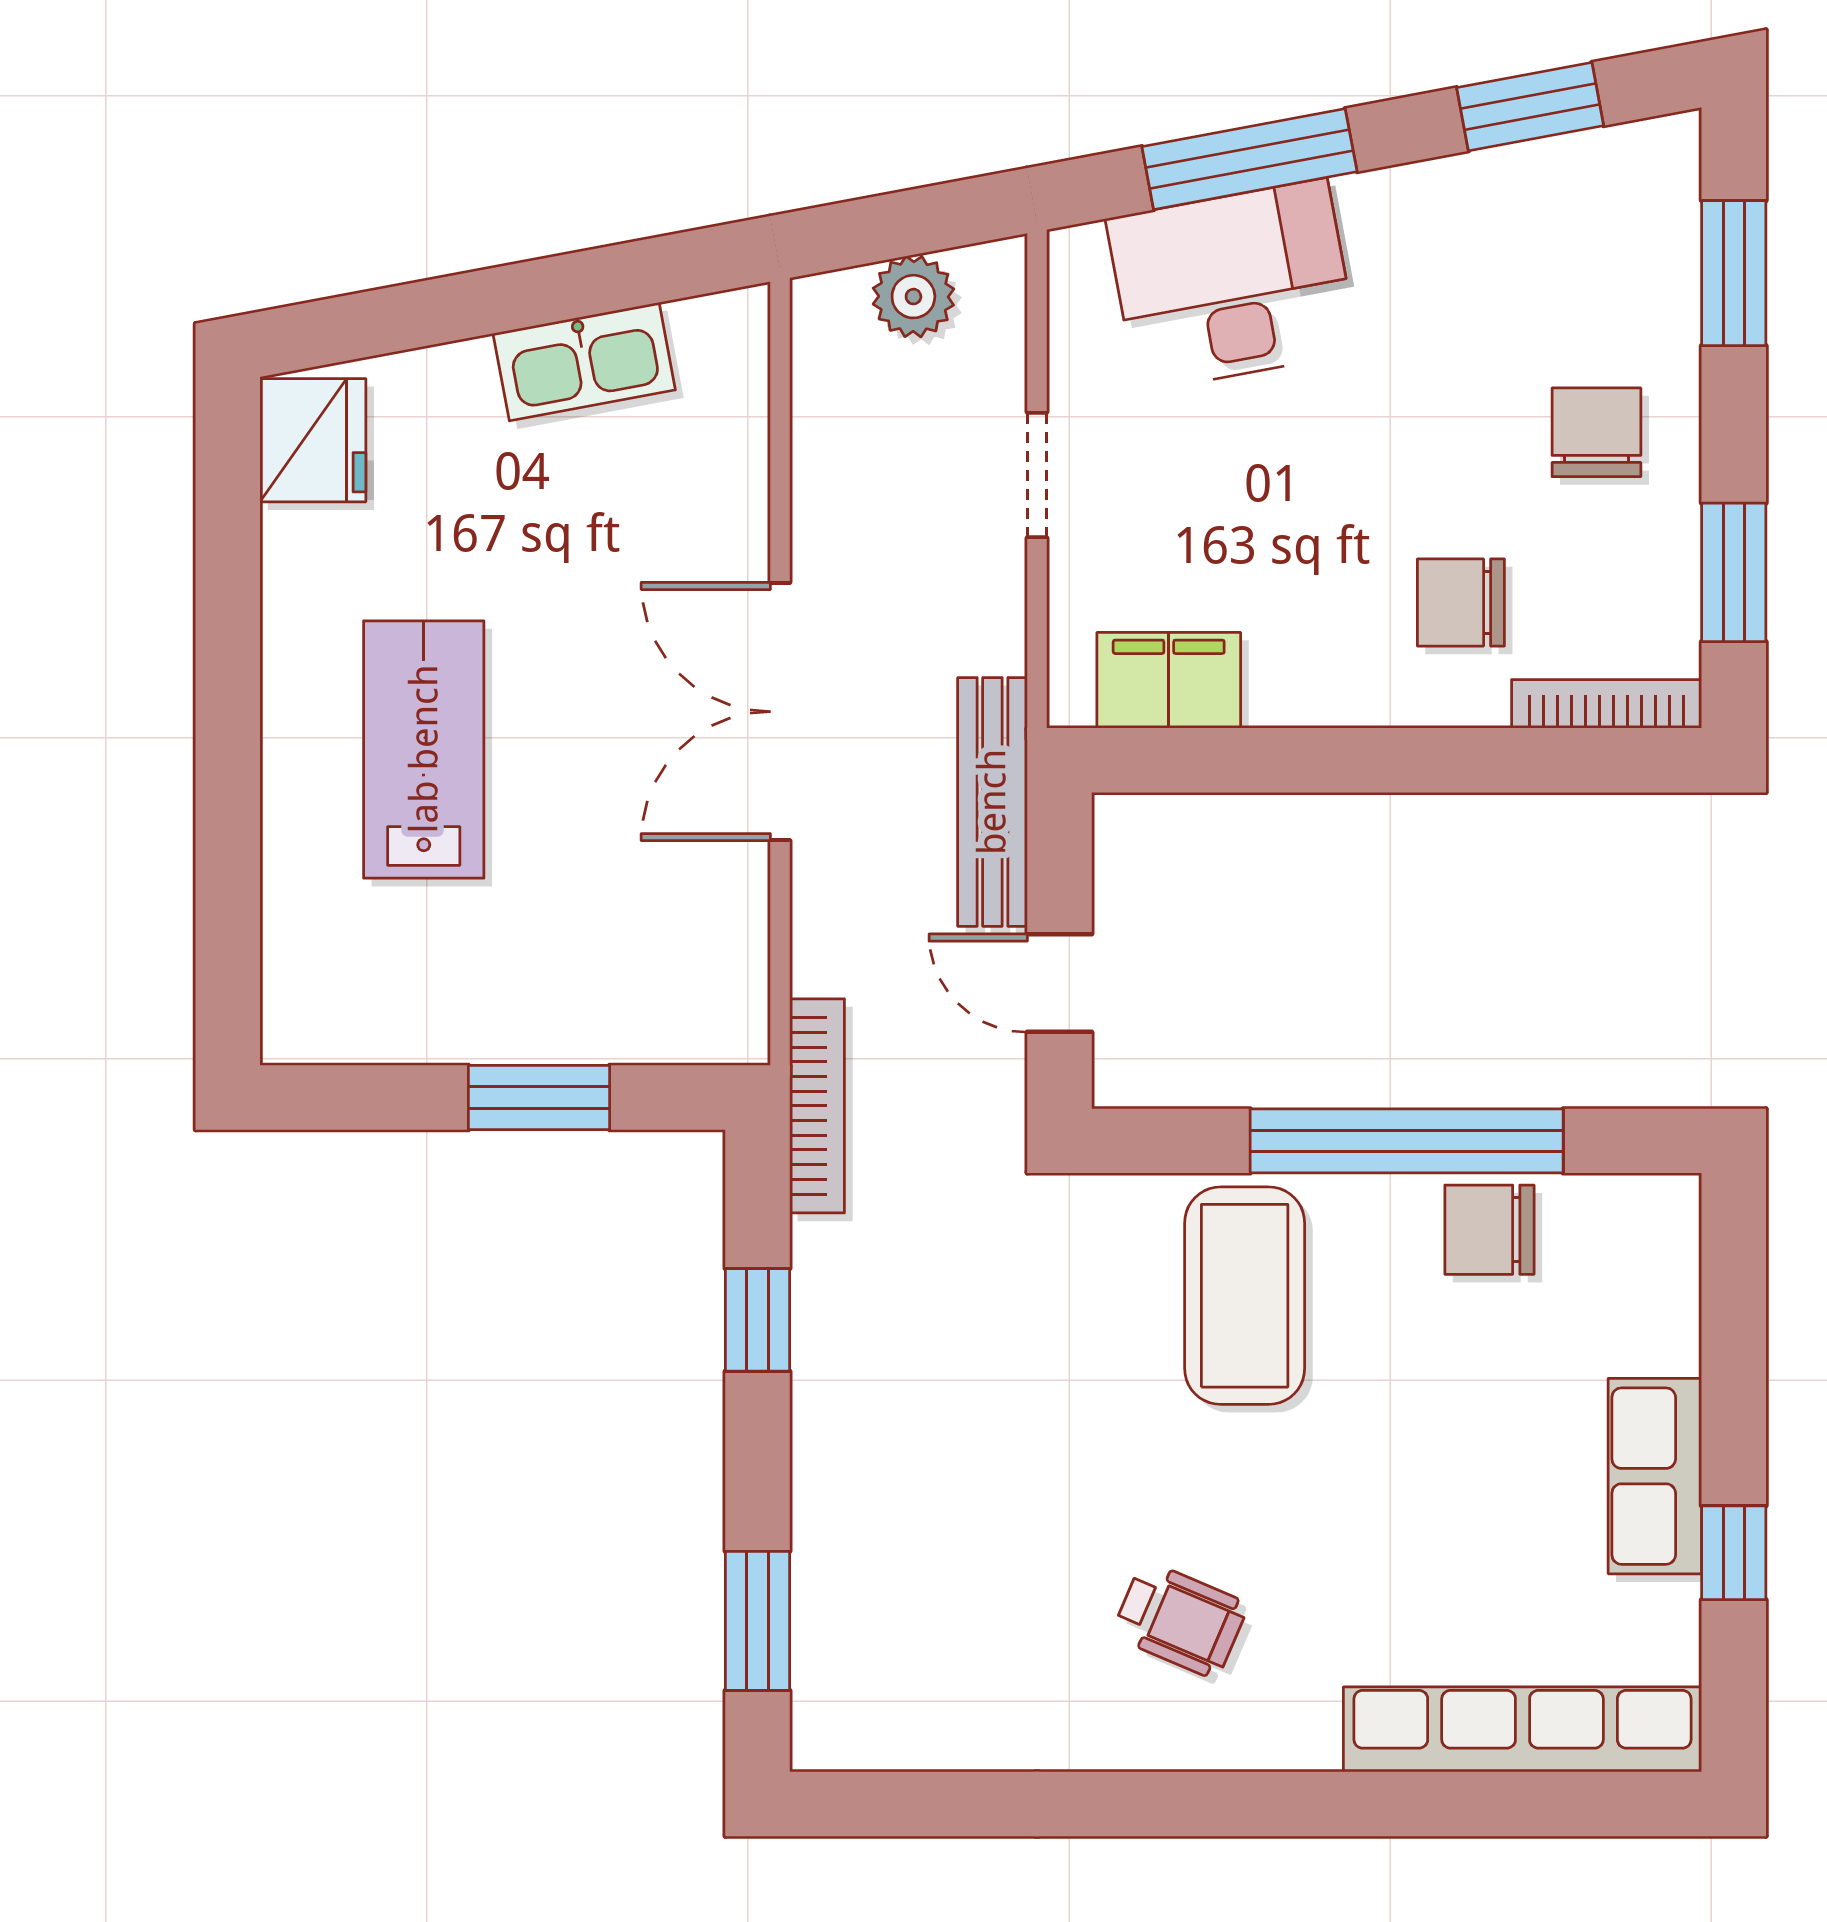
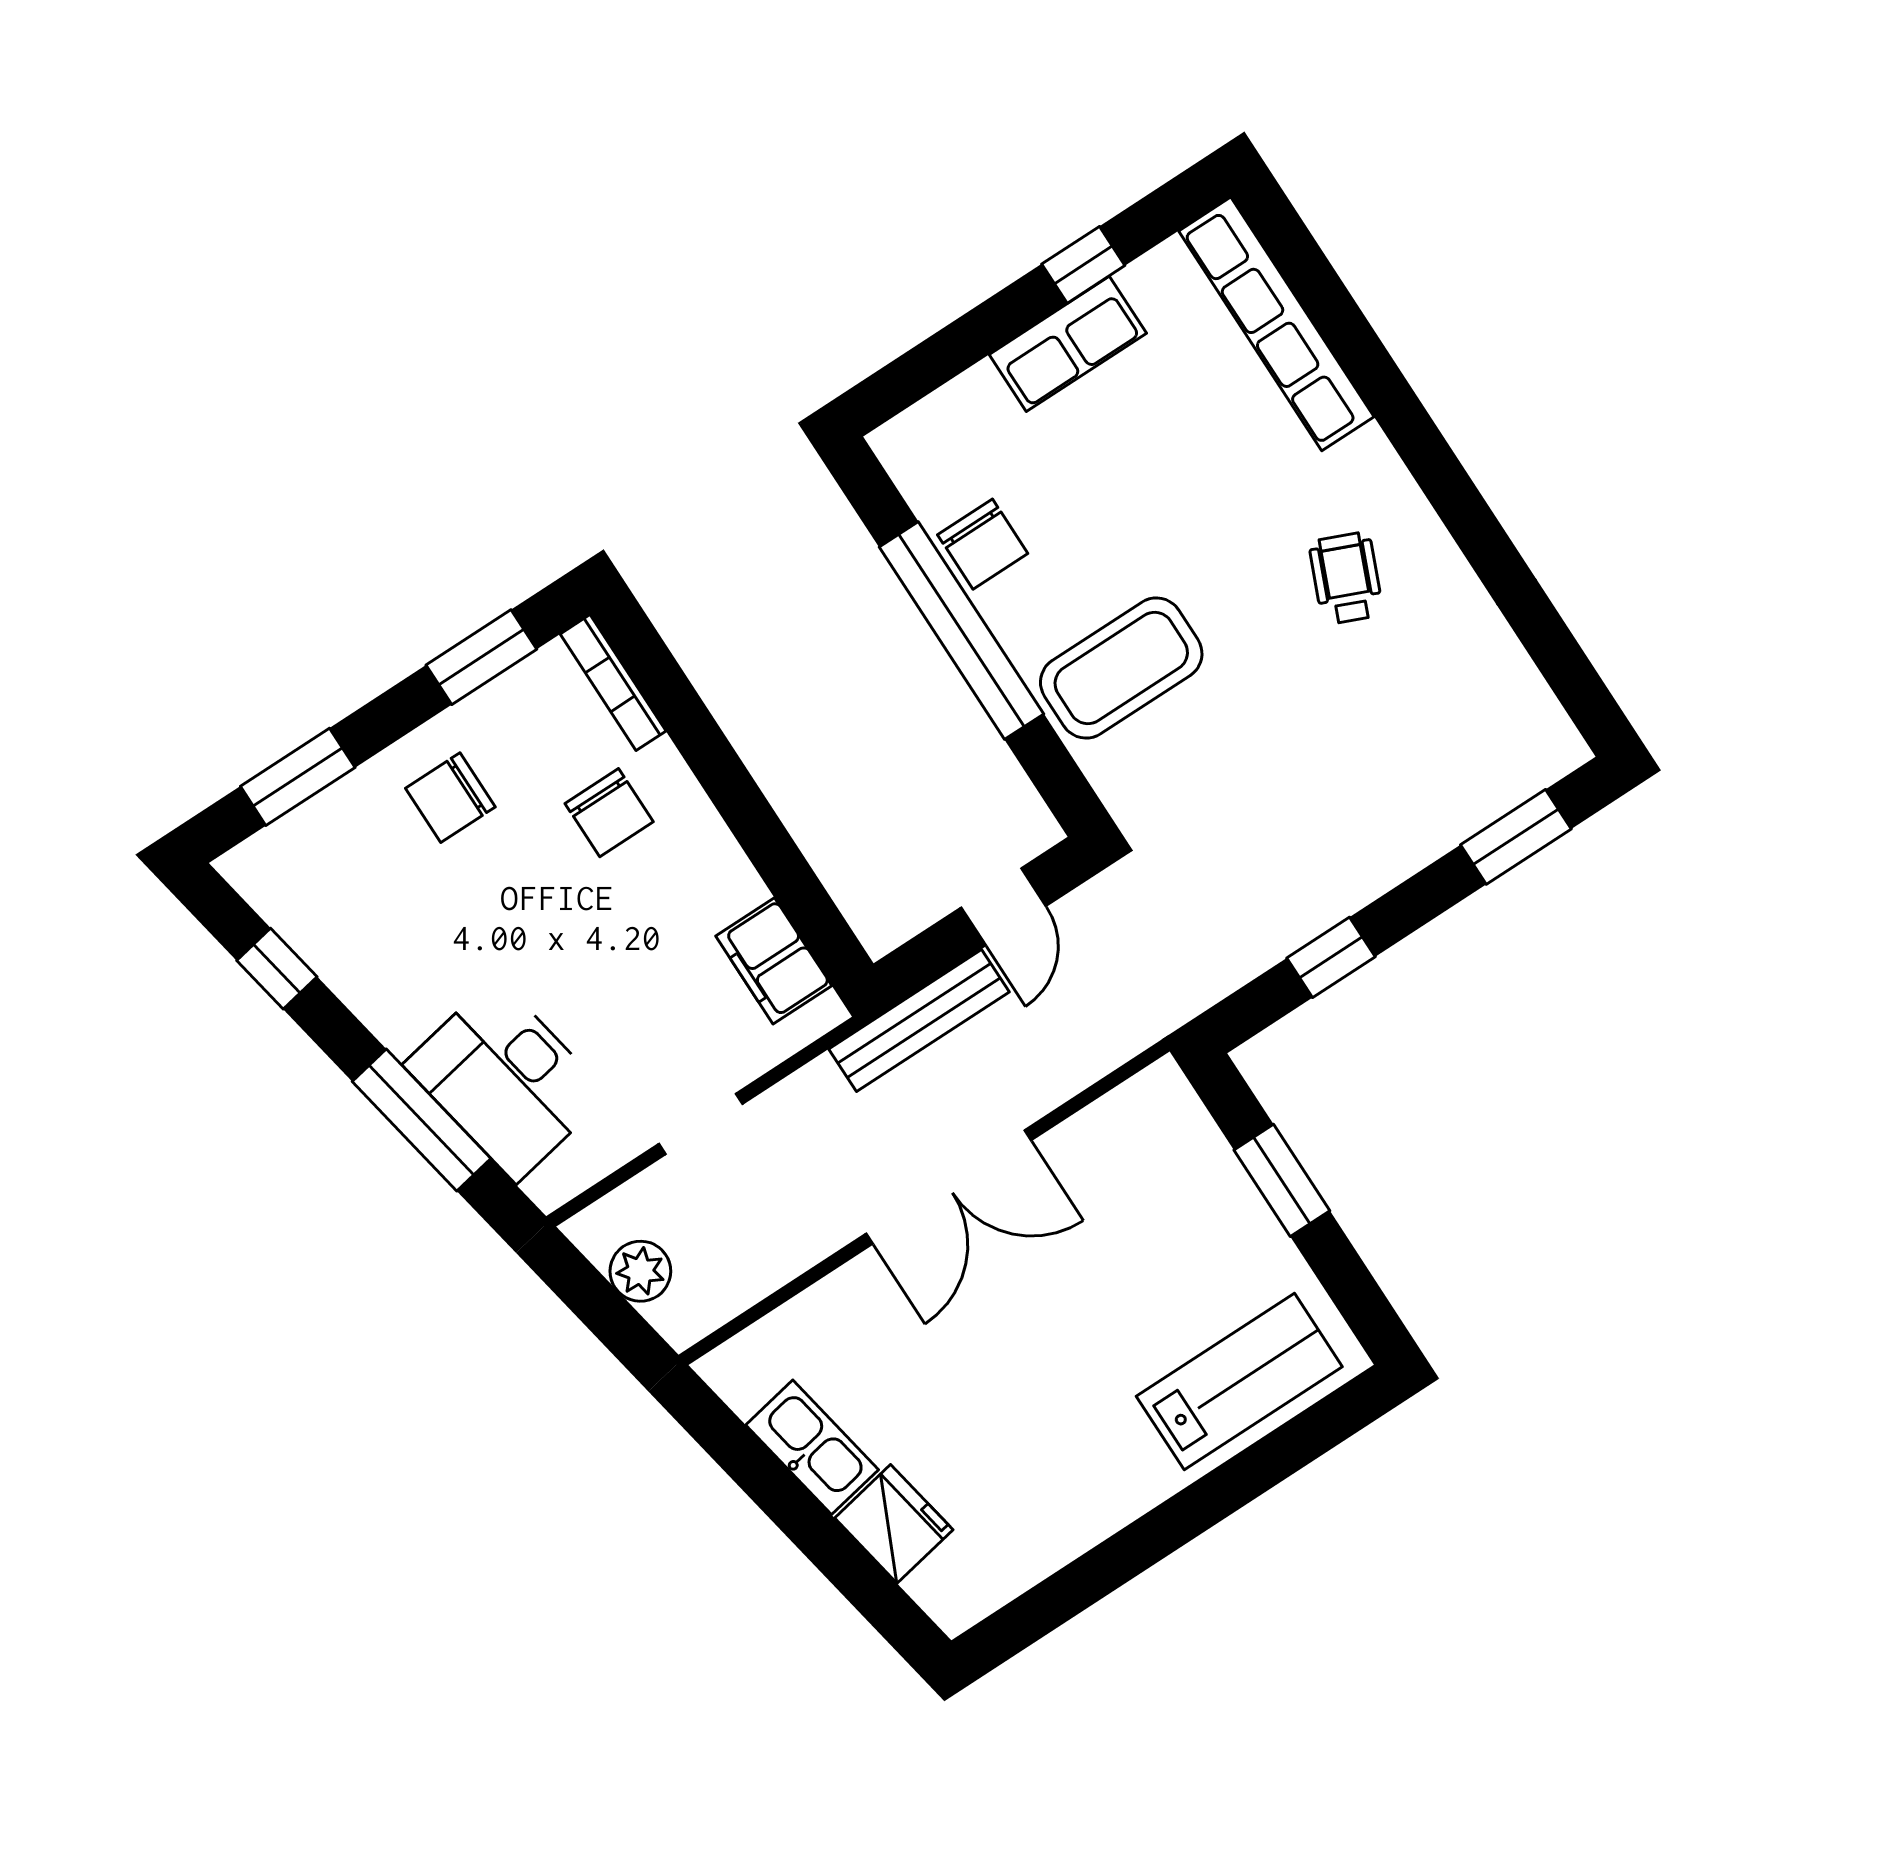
window: (1530, 107) -> (277, 969), width x0.67
fridge: (313, 440) -> (894, 1524), moved, turned 79
lab bench: (424, 749) -> (1239, 1381), moved, turned 180
bookcase: (817, 1106) -> (1176, 1006), removed

